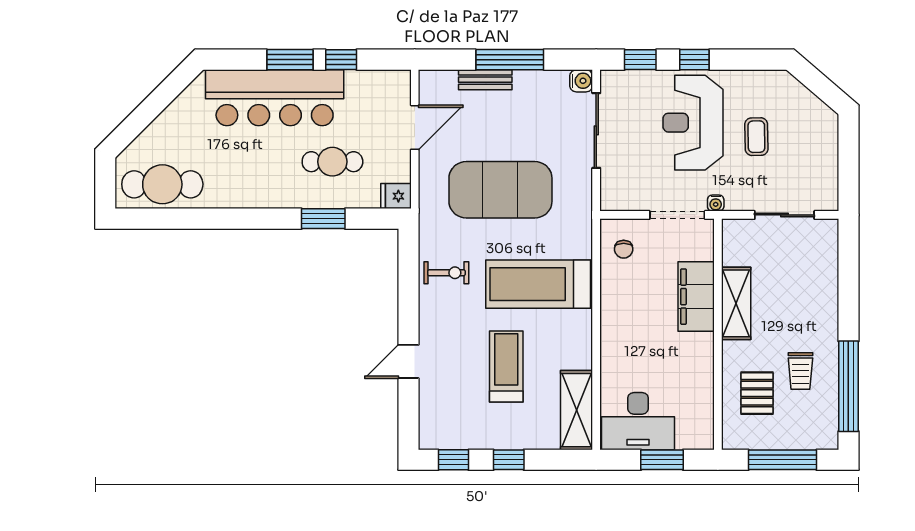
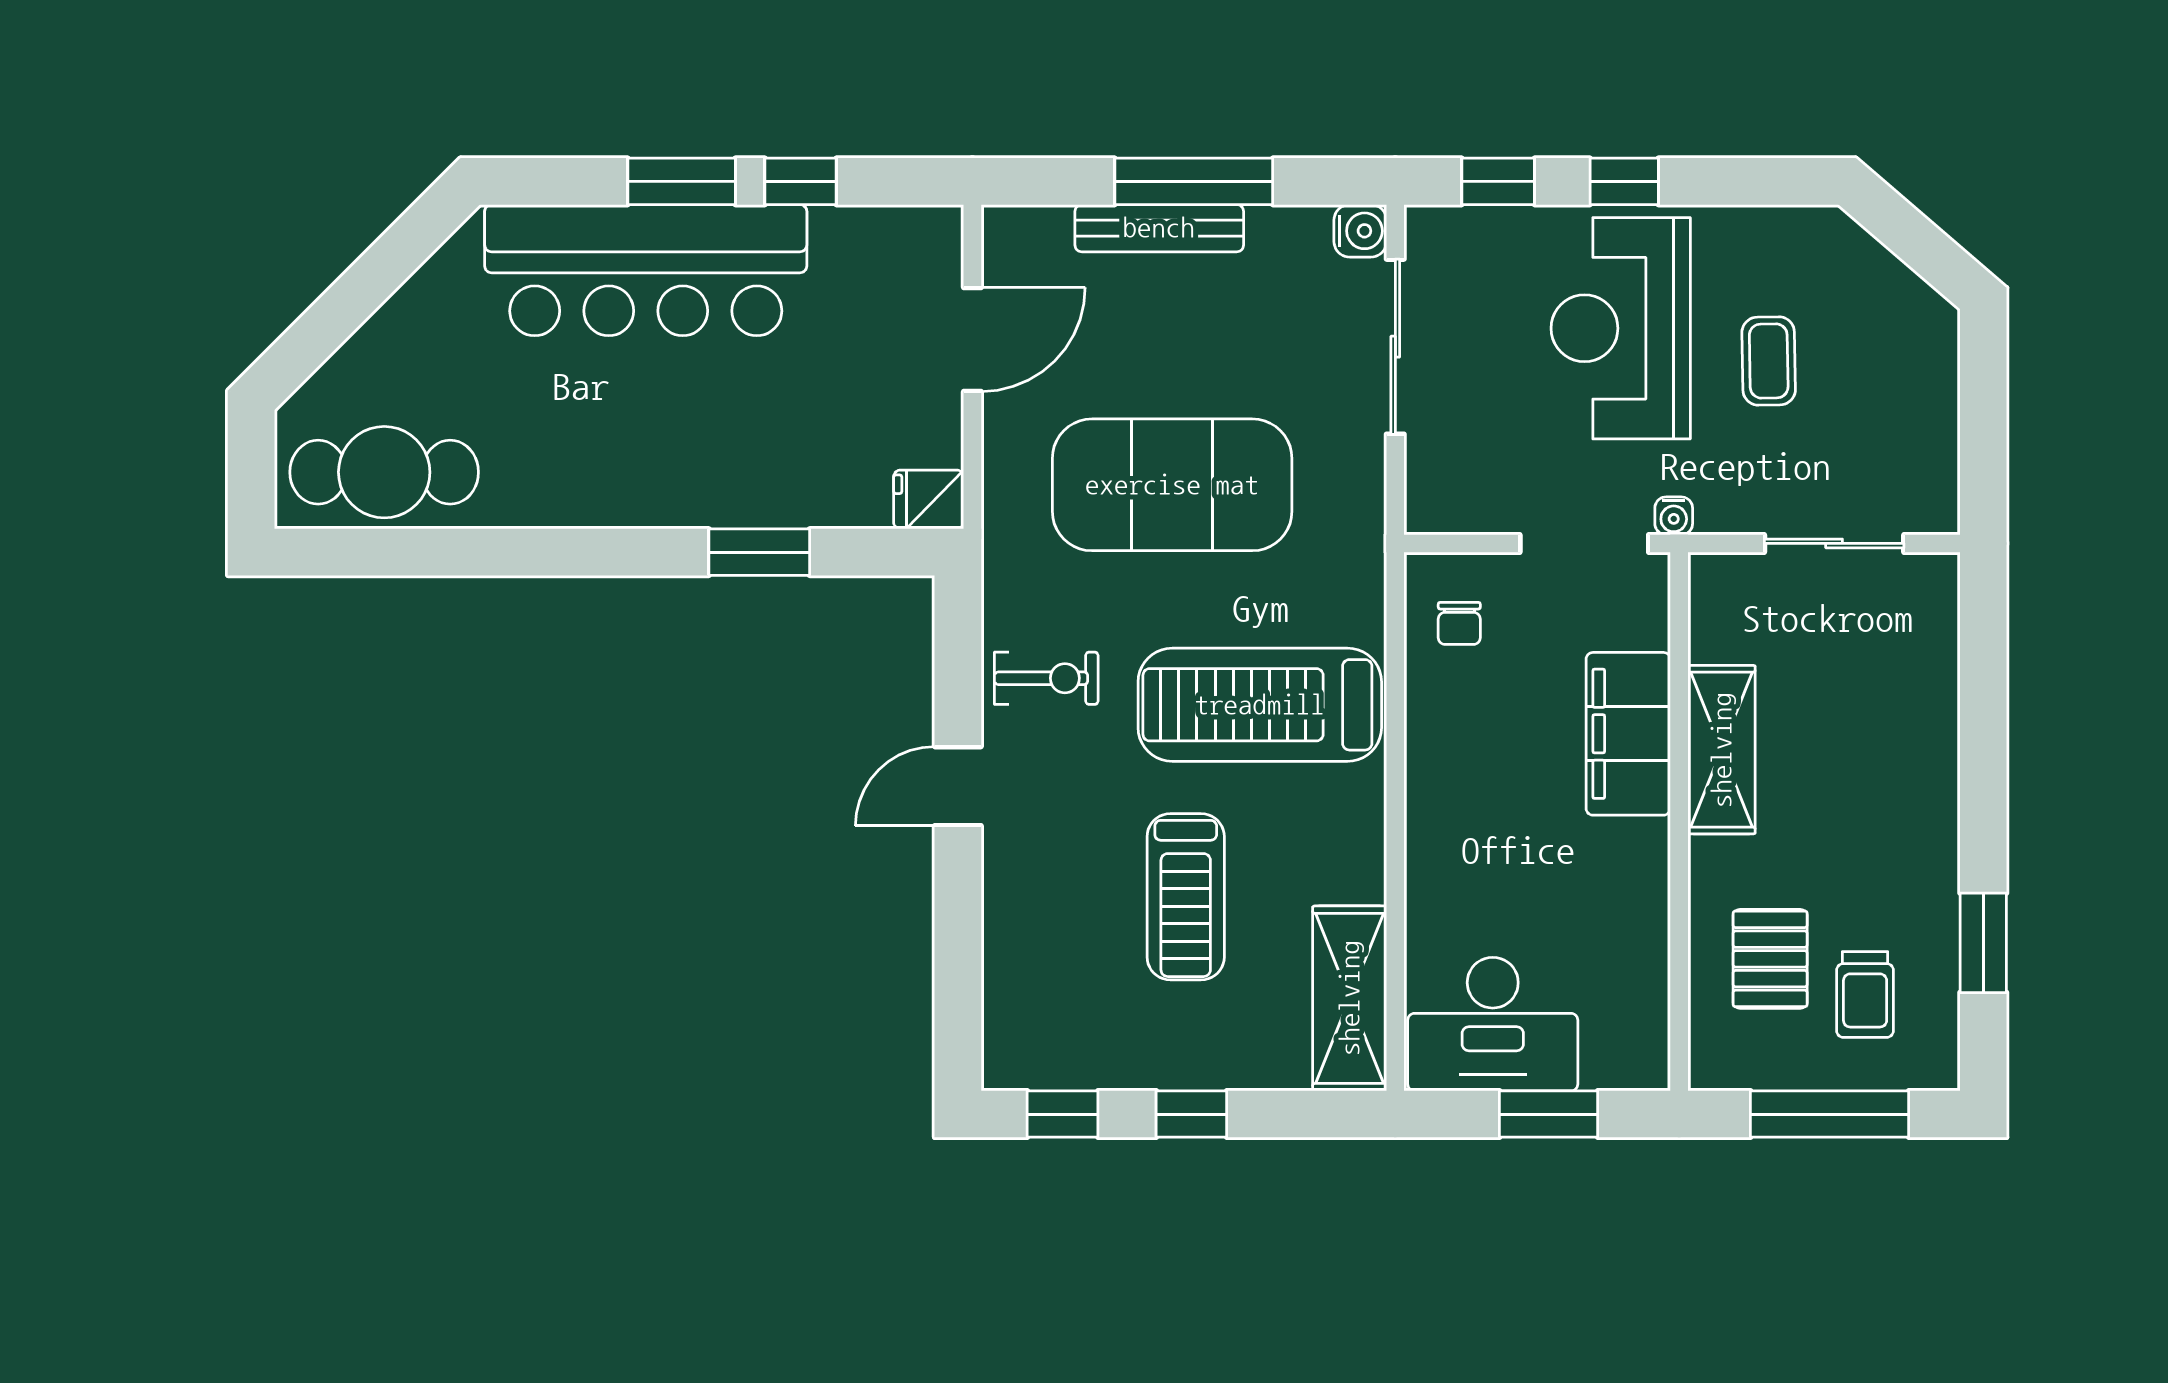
bench: (485, 80) -> (1159, 228), width x1.36
cafe table: (332, 162) -> (781, 419), removed
door: (409, 361) -> (958, 786), moved
treadmill: (506, 367) -> (1186, 897), turned 180
trolley: (800, 371) -> (1865, 994), moved
window: (848, 386) -> (1983, 943), width x0.47

